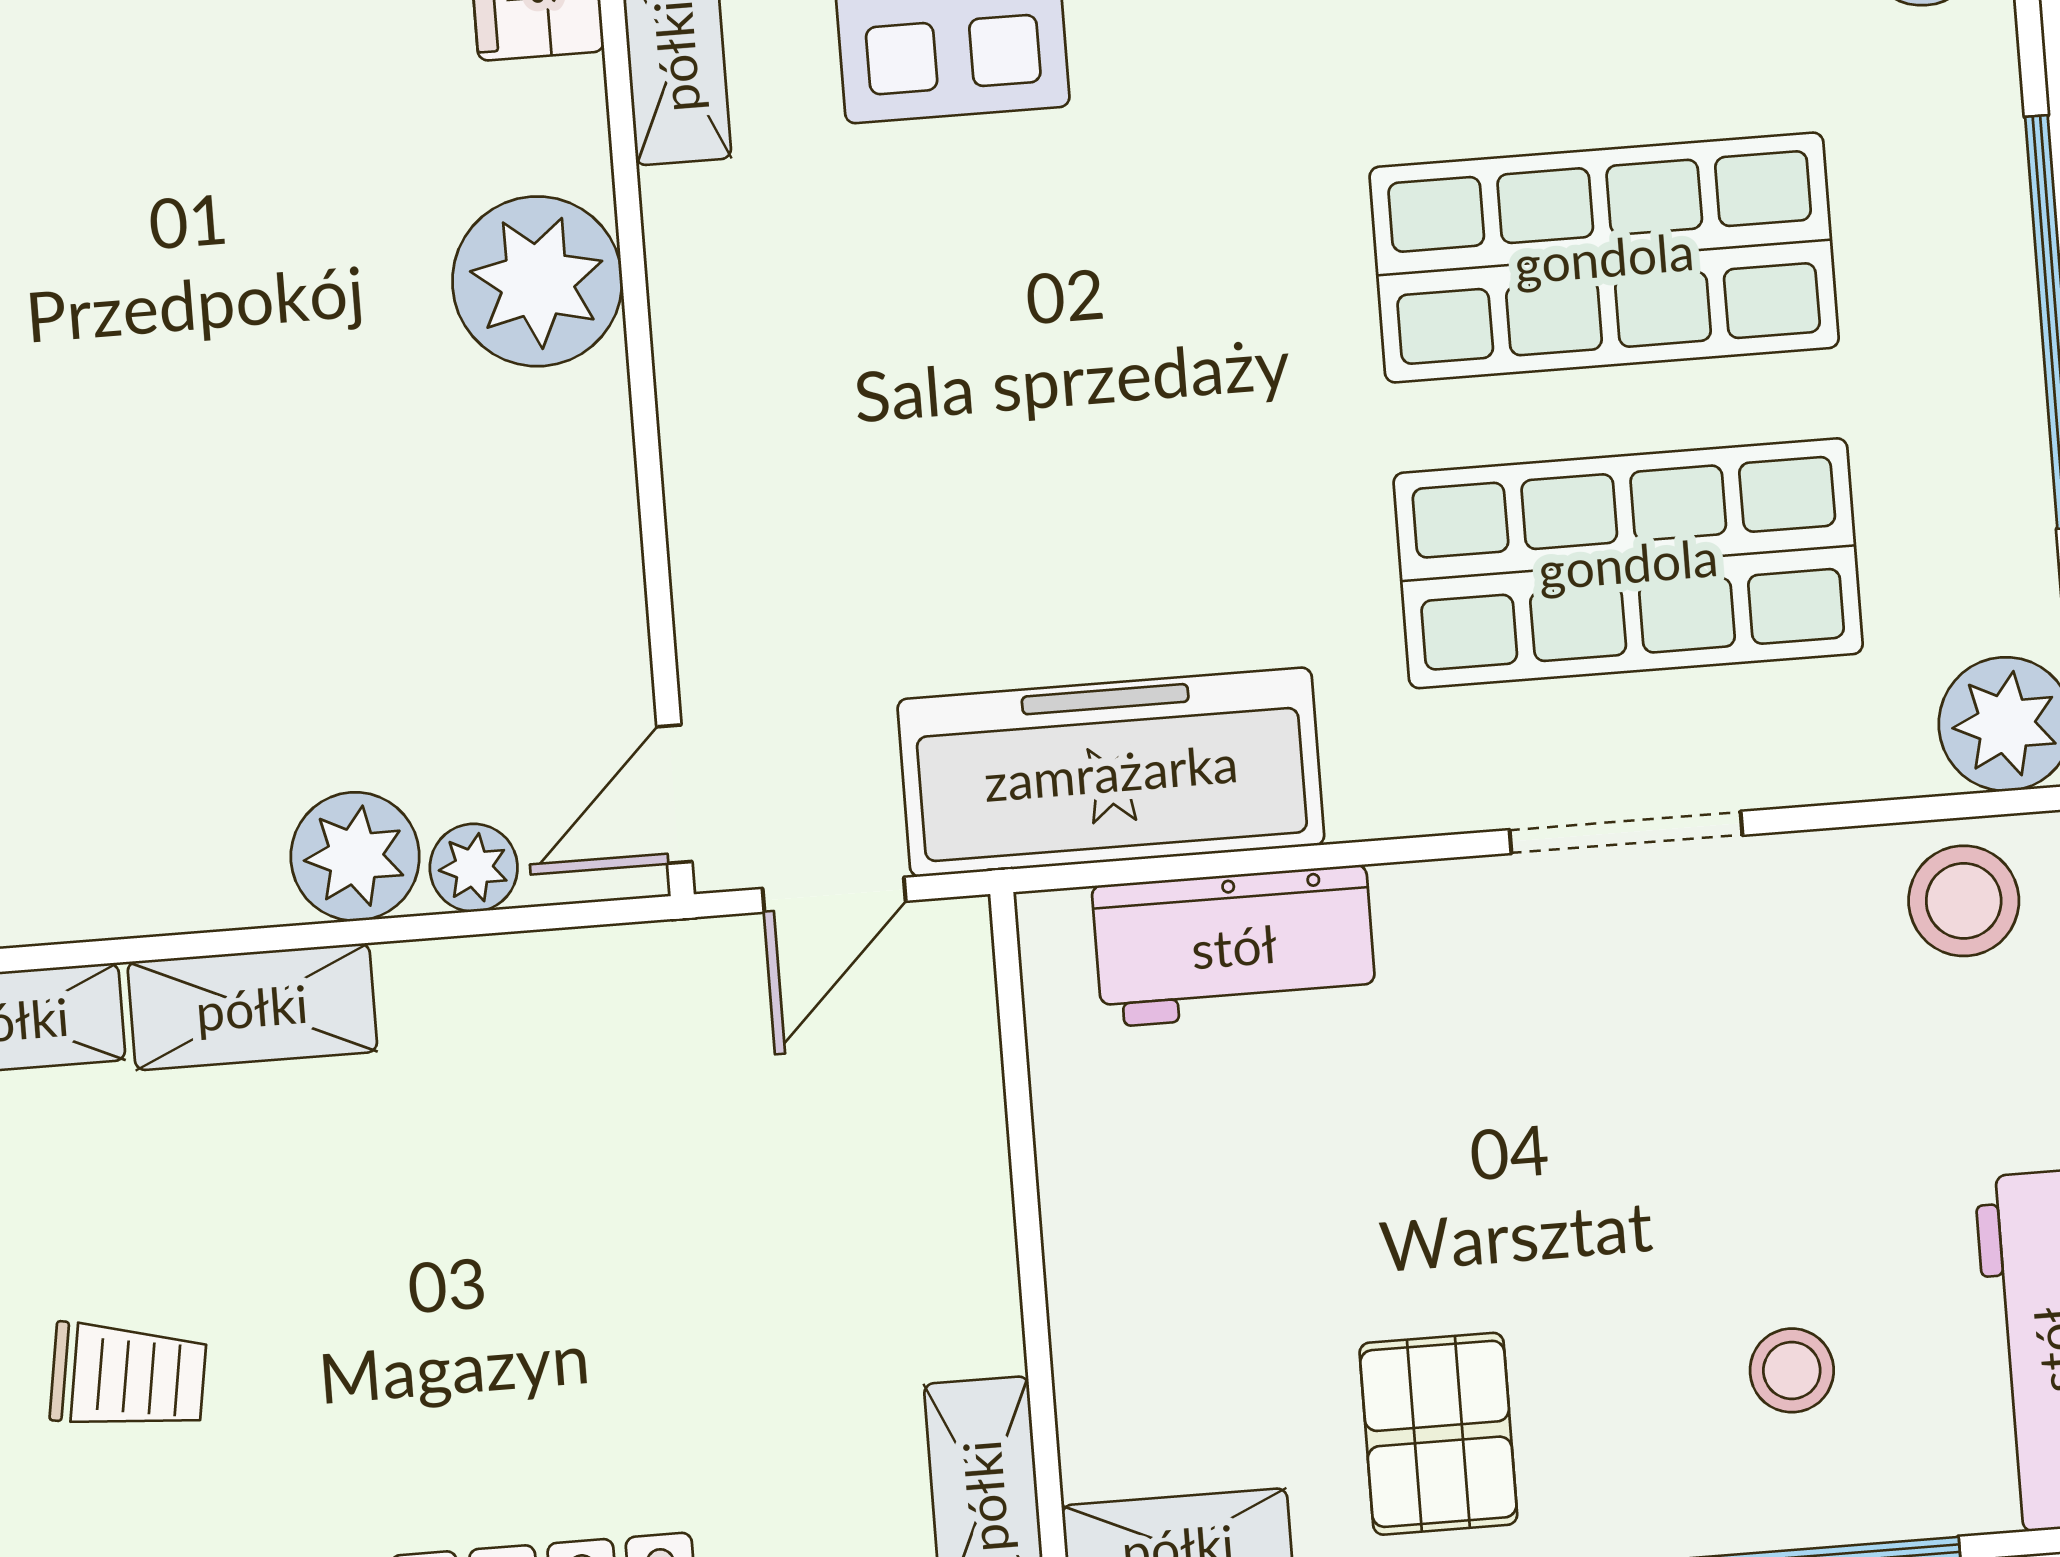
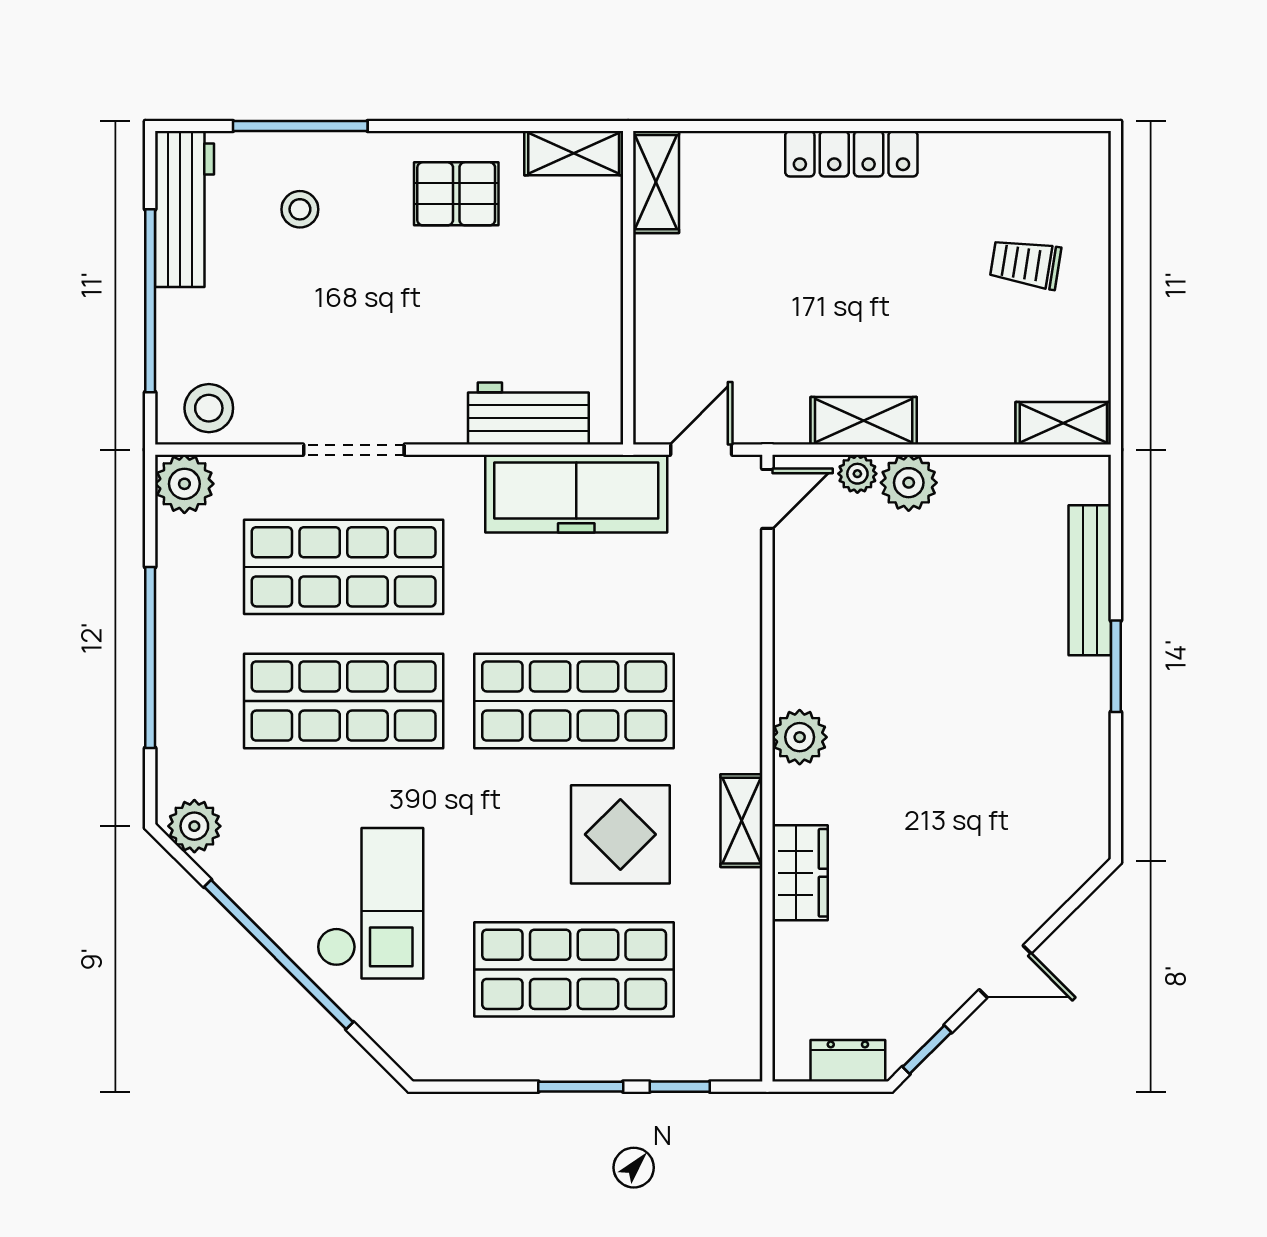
plant: (537, 281) -> (800, 737), width x0.73, depth x0.73
shop shelf: (1079, 299) -> (574, 701), added
shelving: (252, 1007) -> (864, 421), moved
pallet: (1438, 1434) -> (456, 194), turned 90

